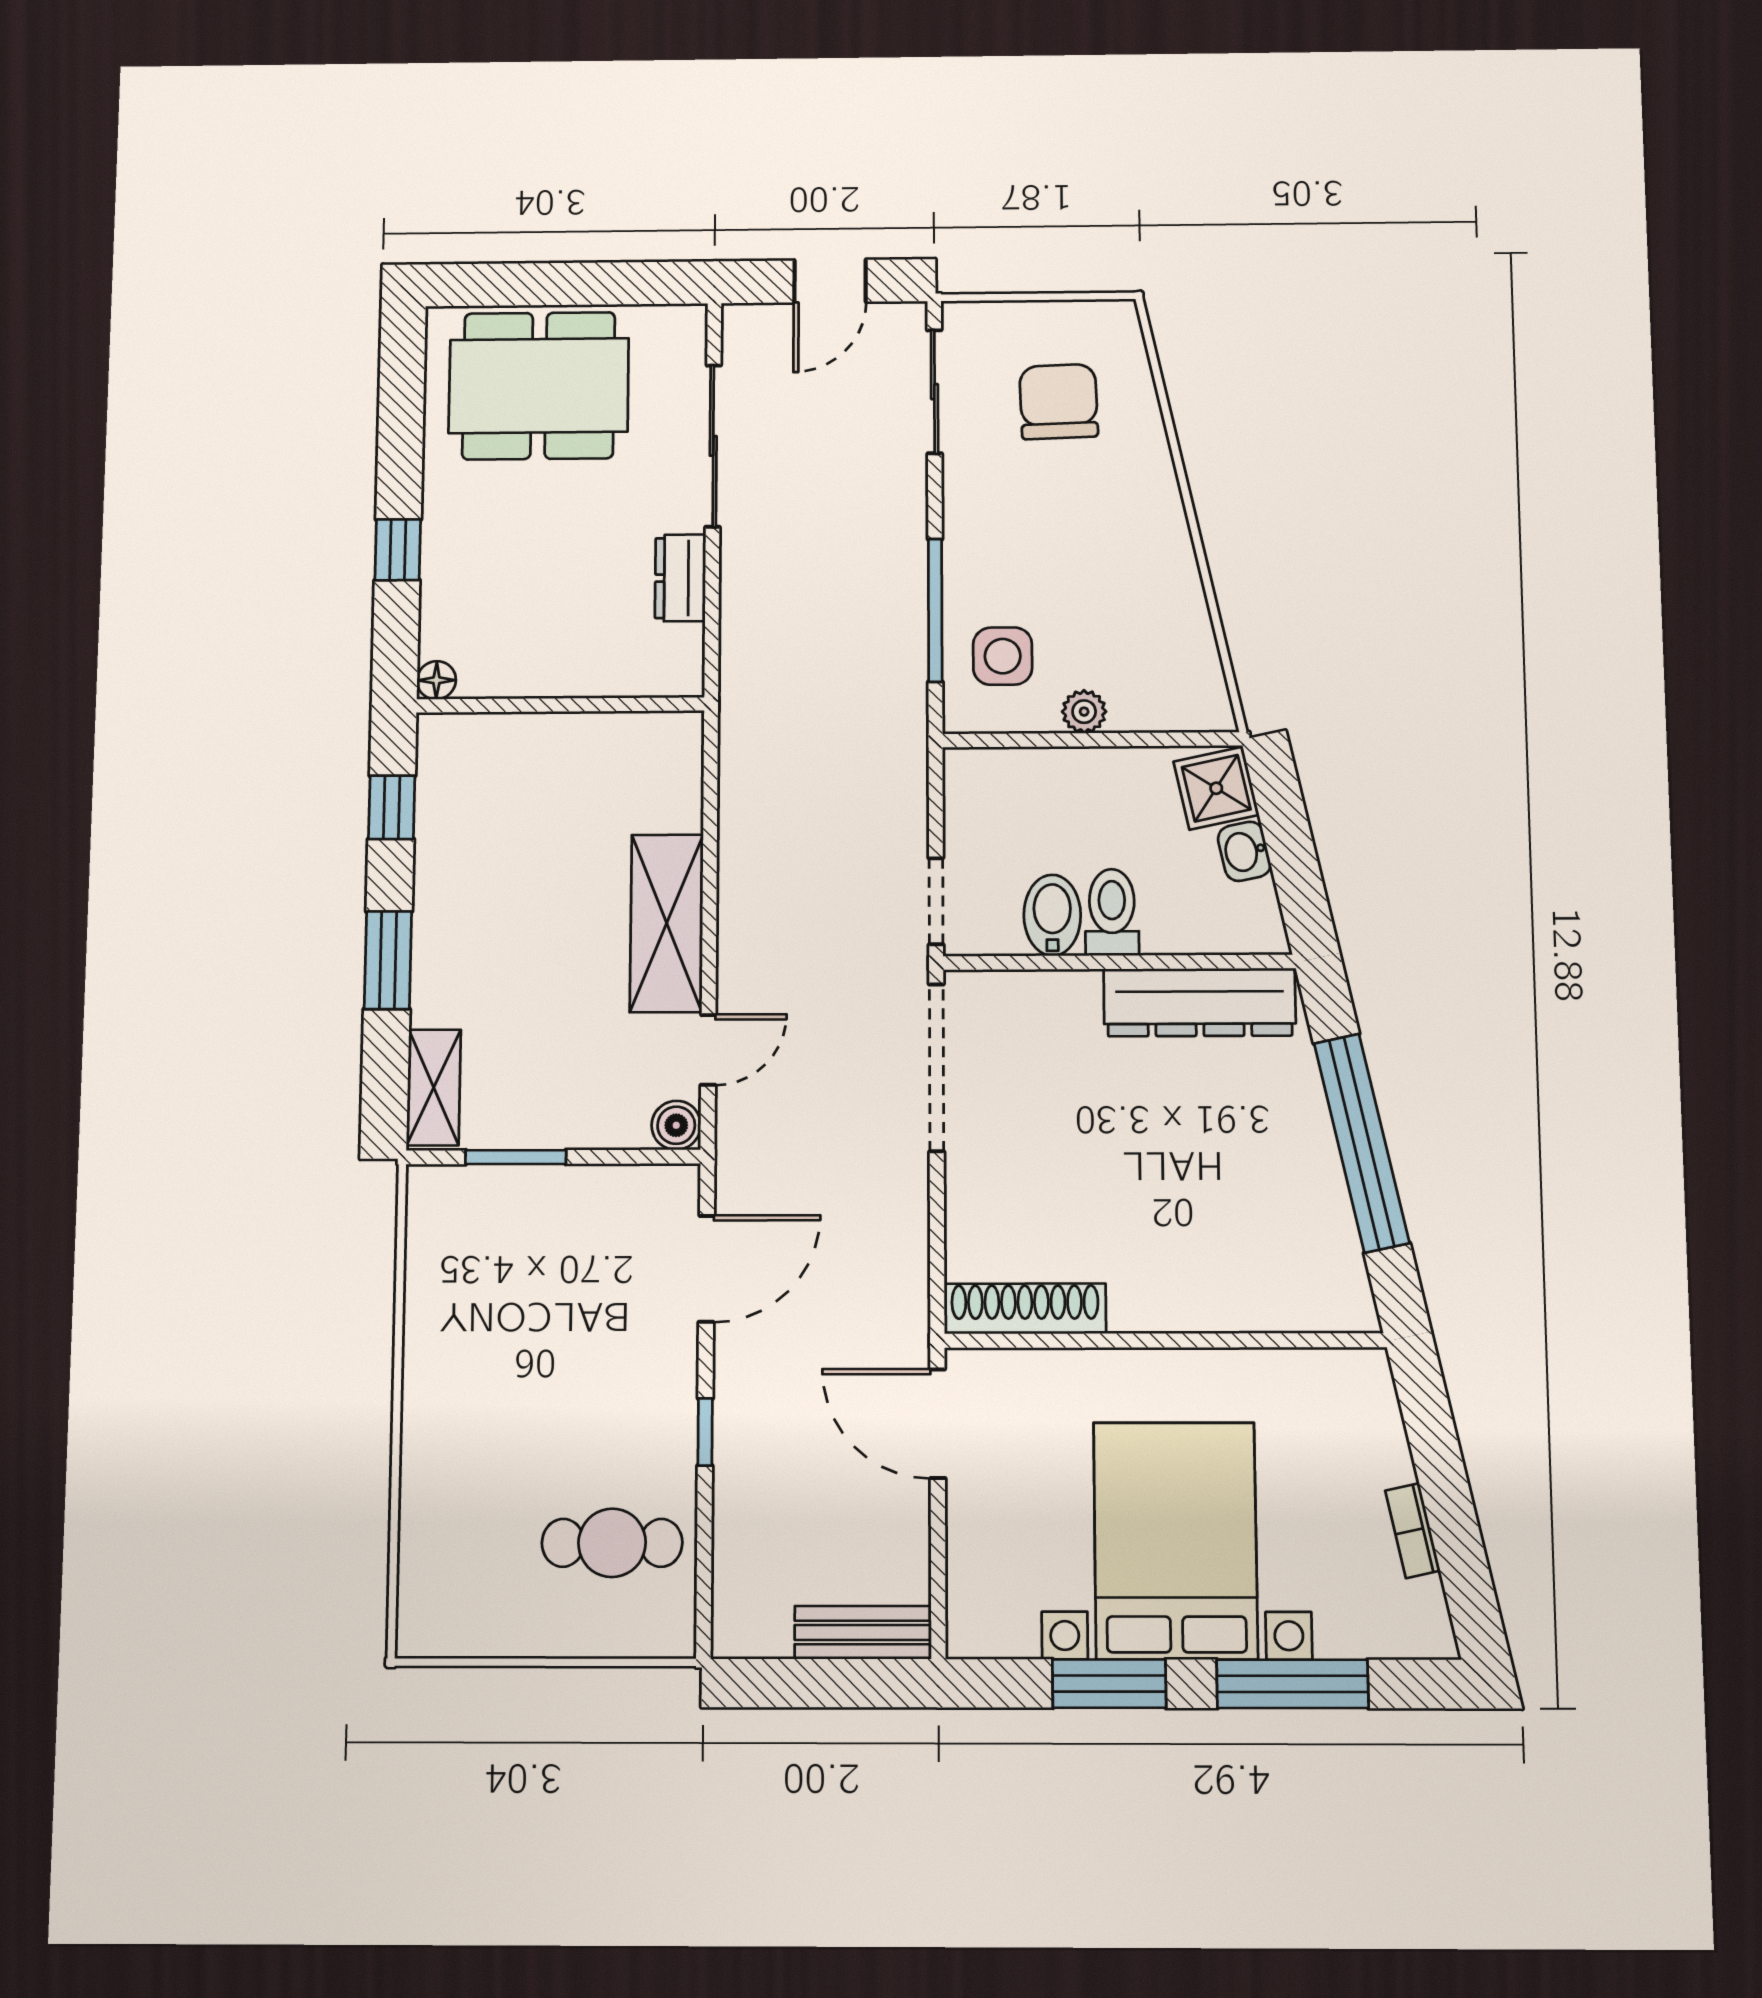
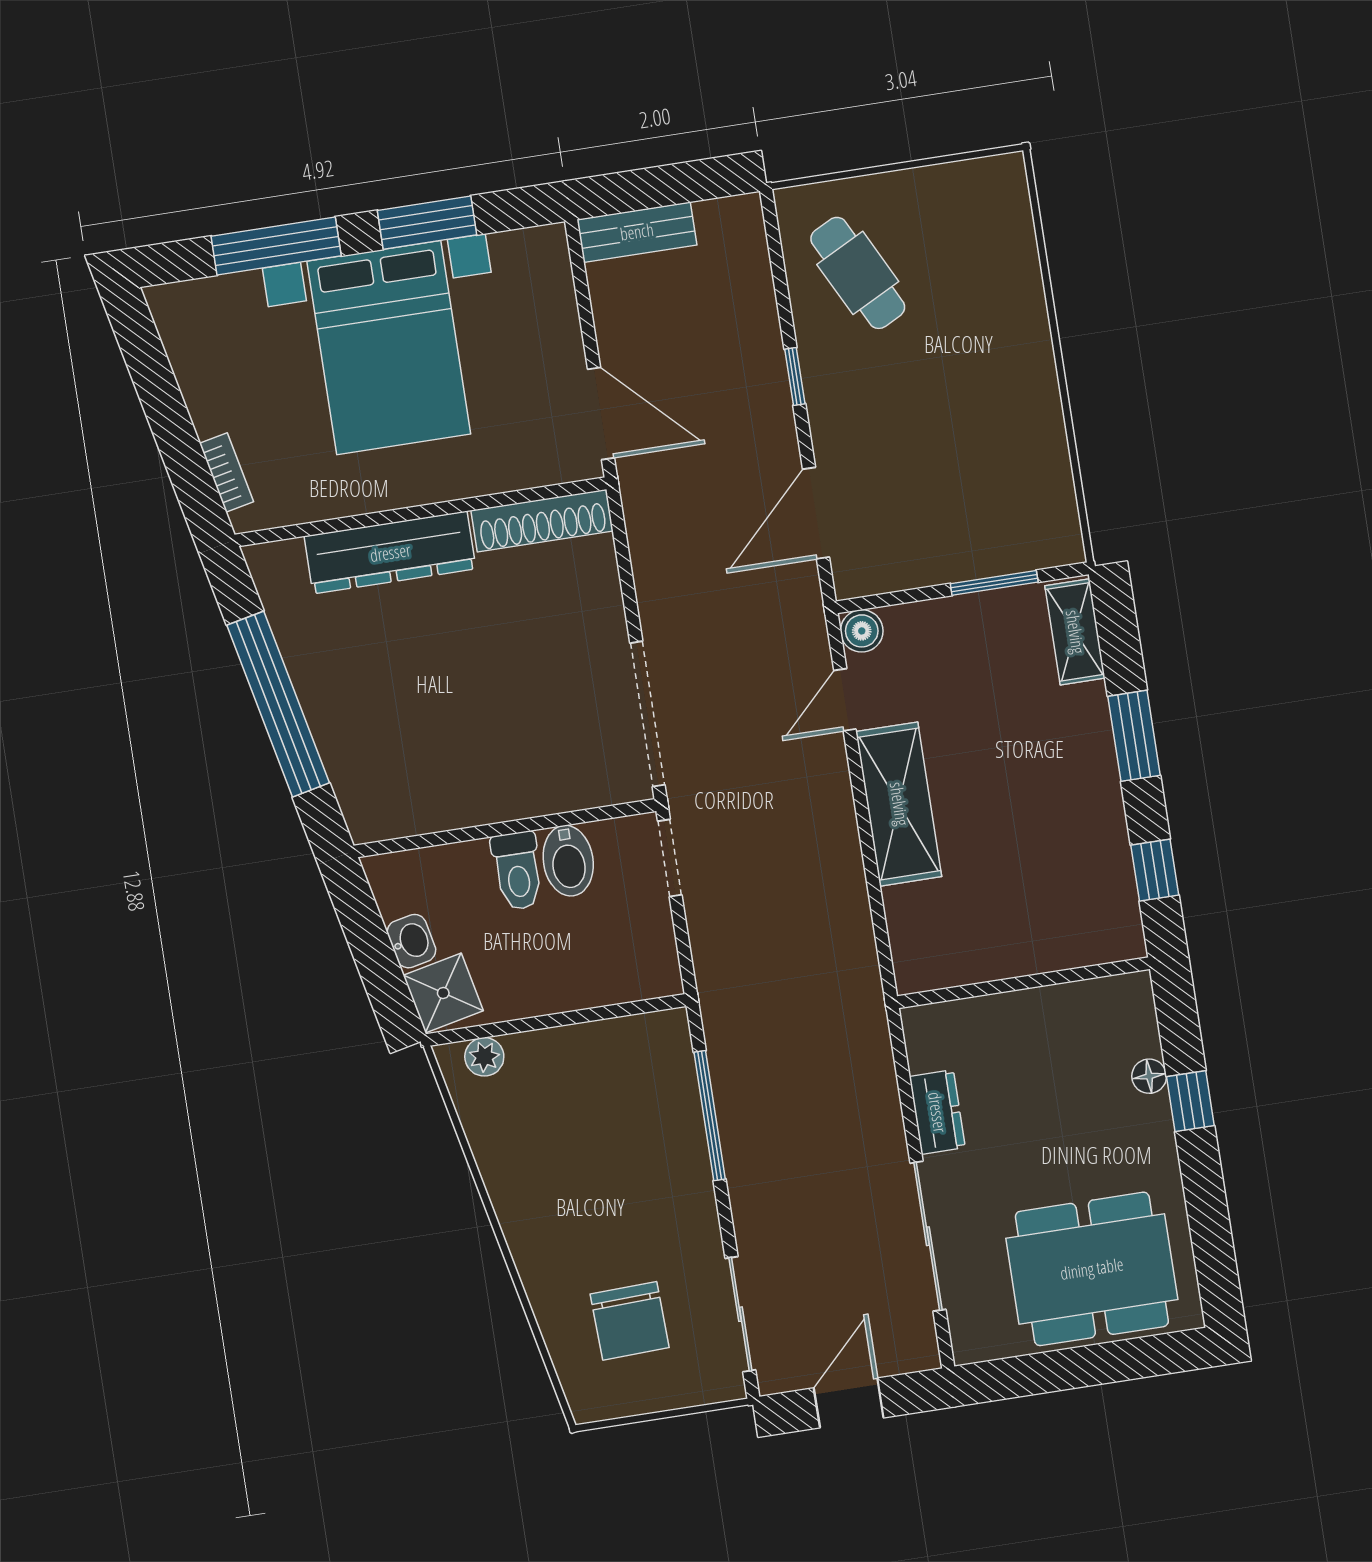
side table: (1003, 656) -> (645, 1083), removed
floor lamp: (436, 680) -> (1149, 1076), moved
plant: (1084, 712) -> (484, 1057), moved
dresser: (1200, 1002) -> (390, 553), moved, turned 180
bookcase: (1413, 1531) -> (227, 473), moved
cafe table: (612, 1543) -> (858, 273), turned 63

